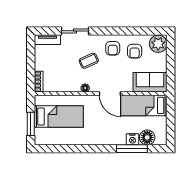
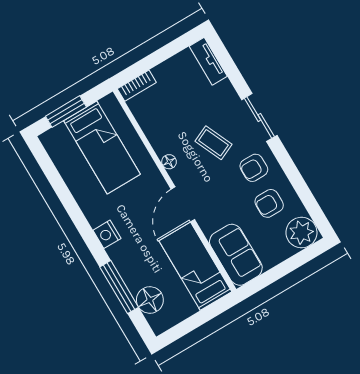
sliding door: (75, 31) -> (259, 117), moved
nightstand: (132, 139) -> (107, 234), moved

